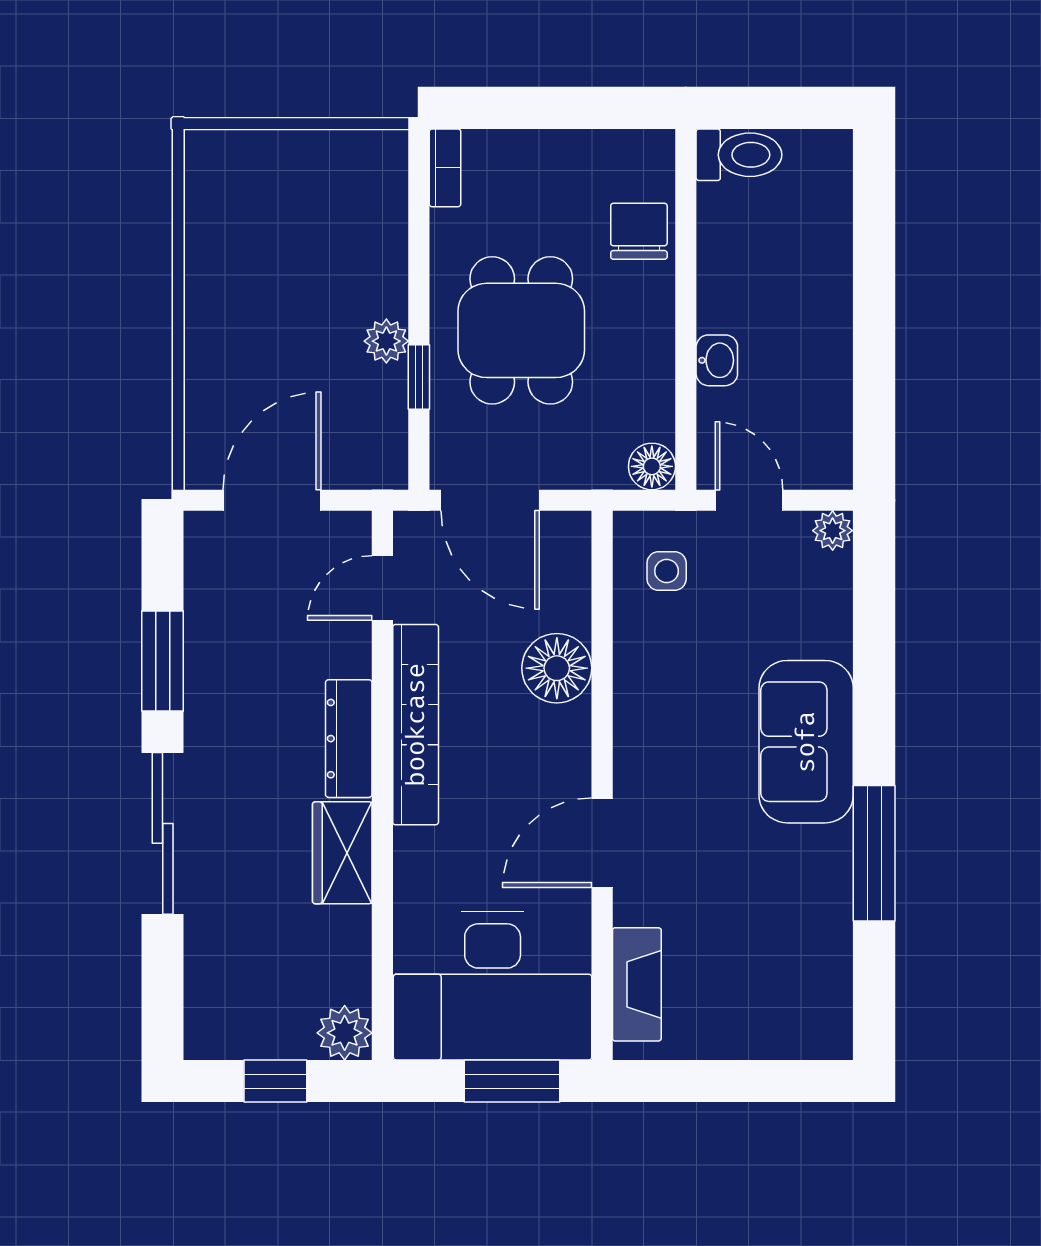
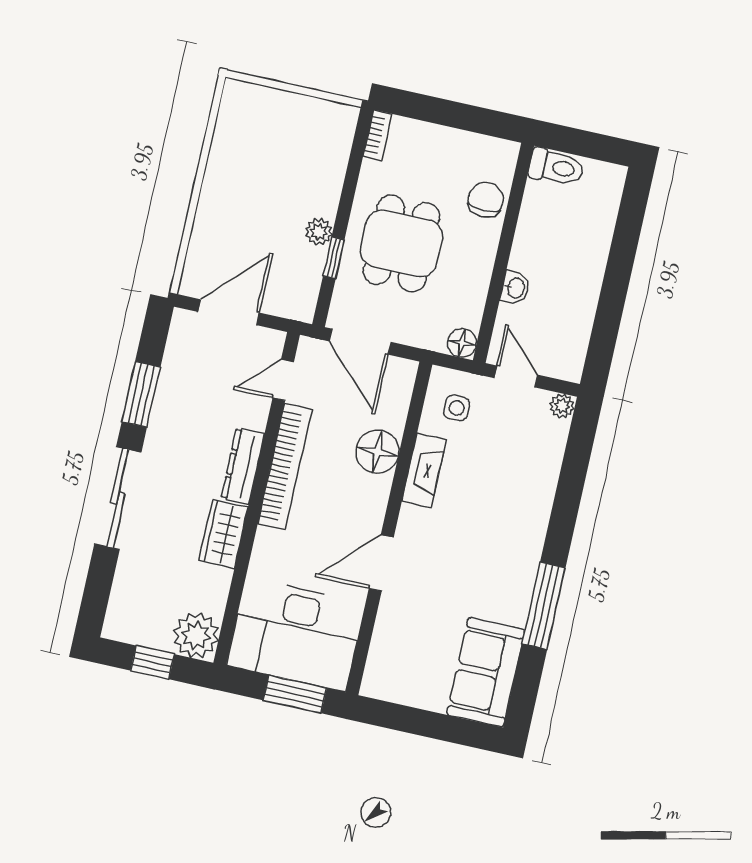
sofa: (806, 742) -> (486, 672), moved
fireplace: (637, 984) -> (424, 470), moved
plant: (345, 1033) -> (196, 635), width x1.36, depth x1.36

